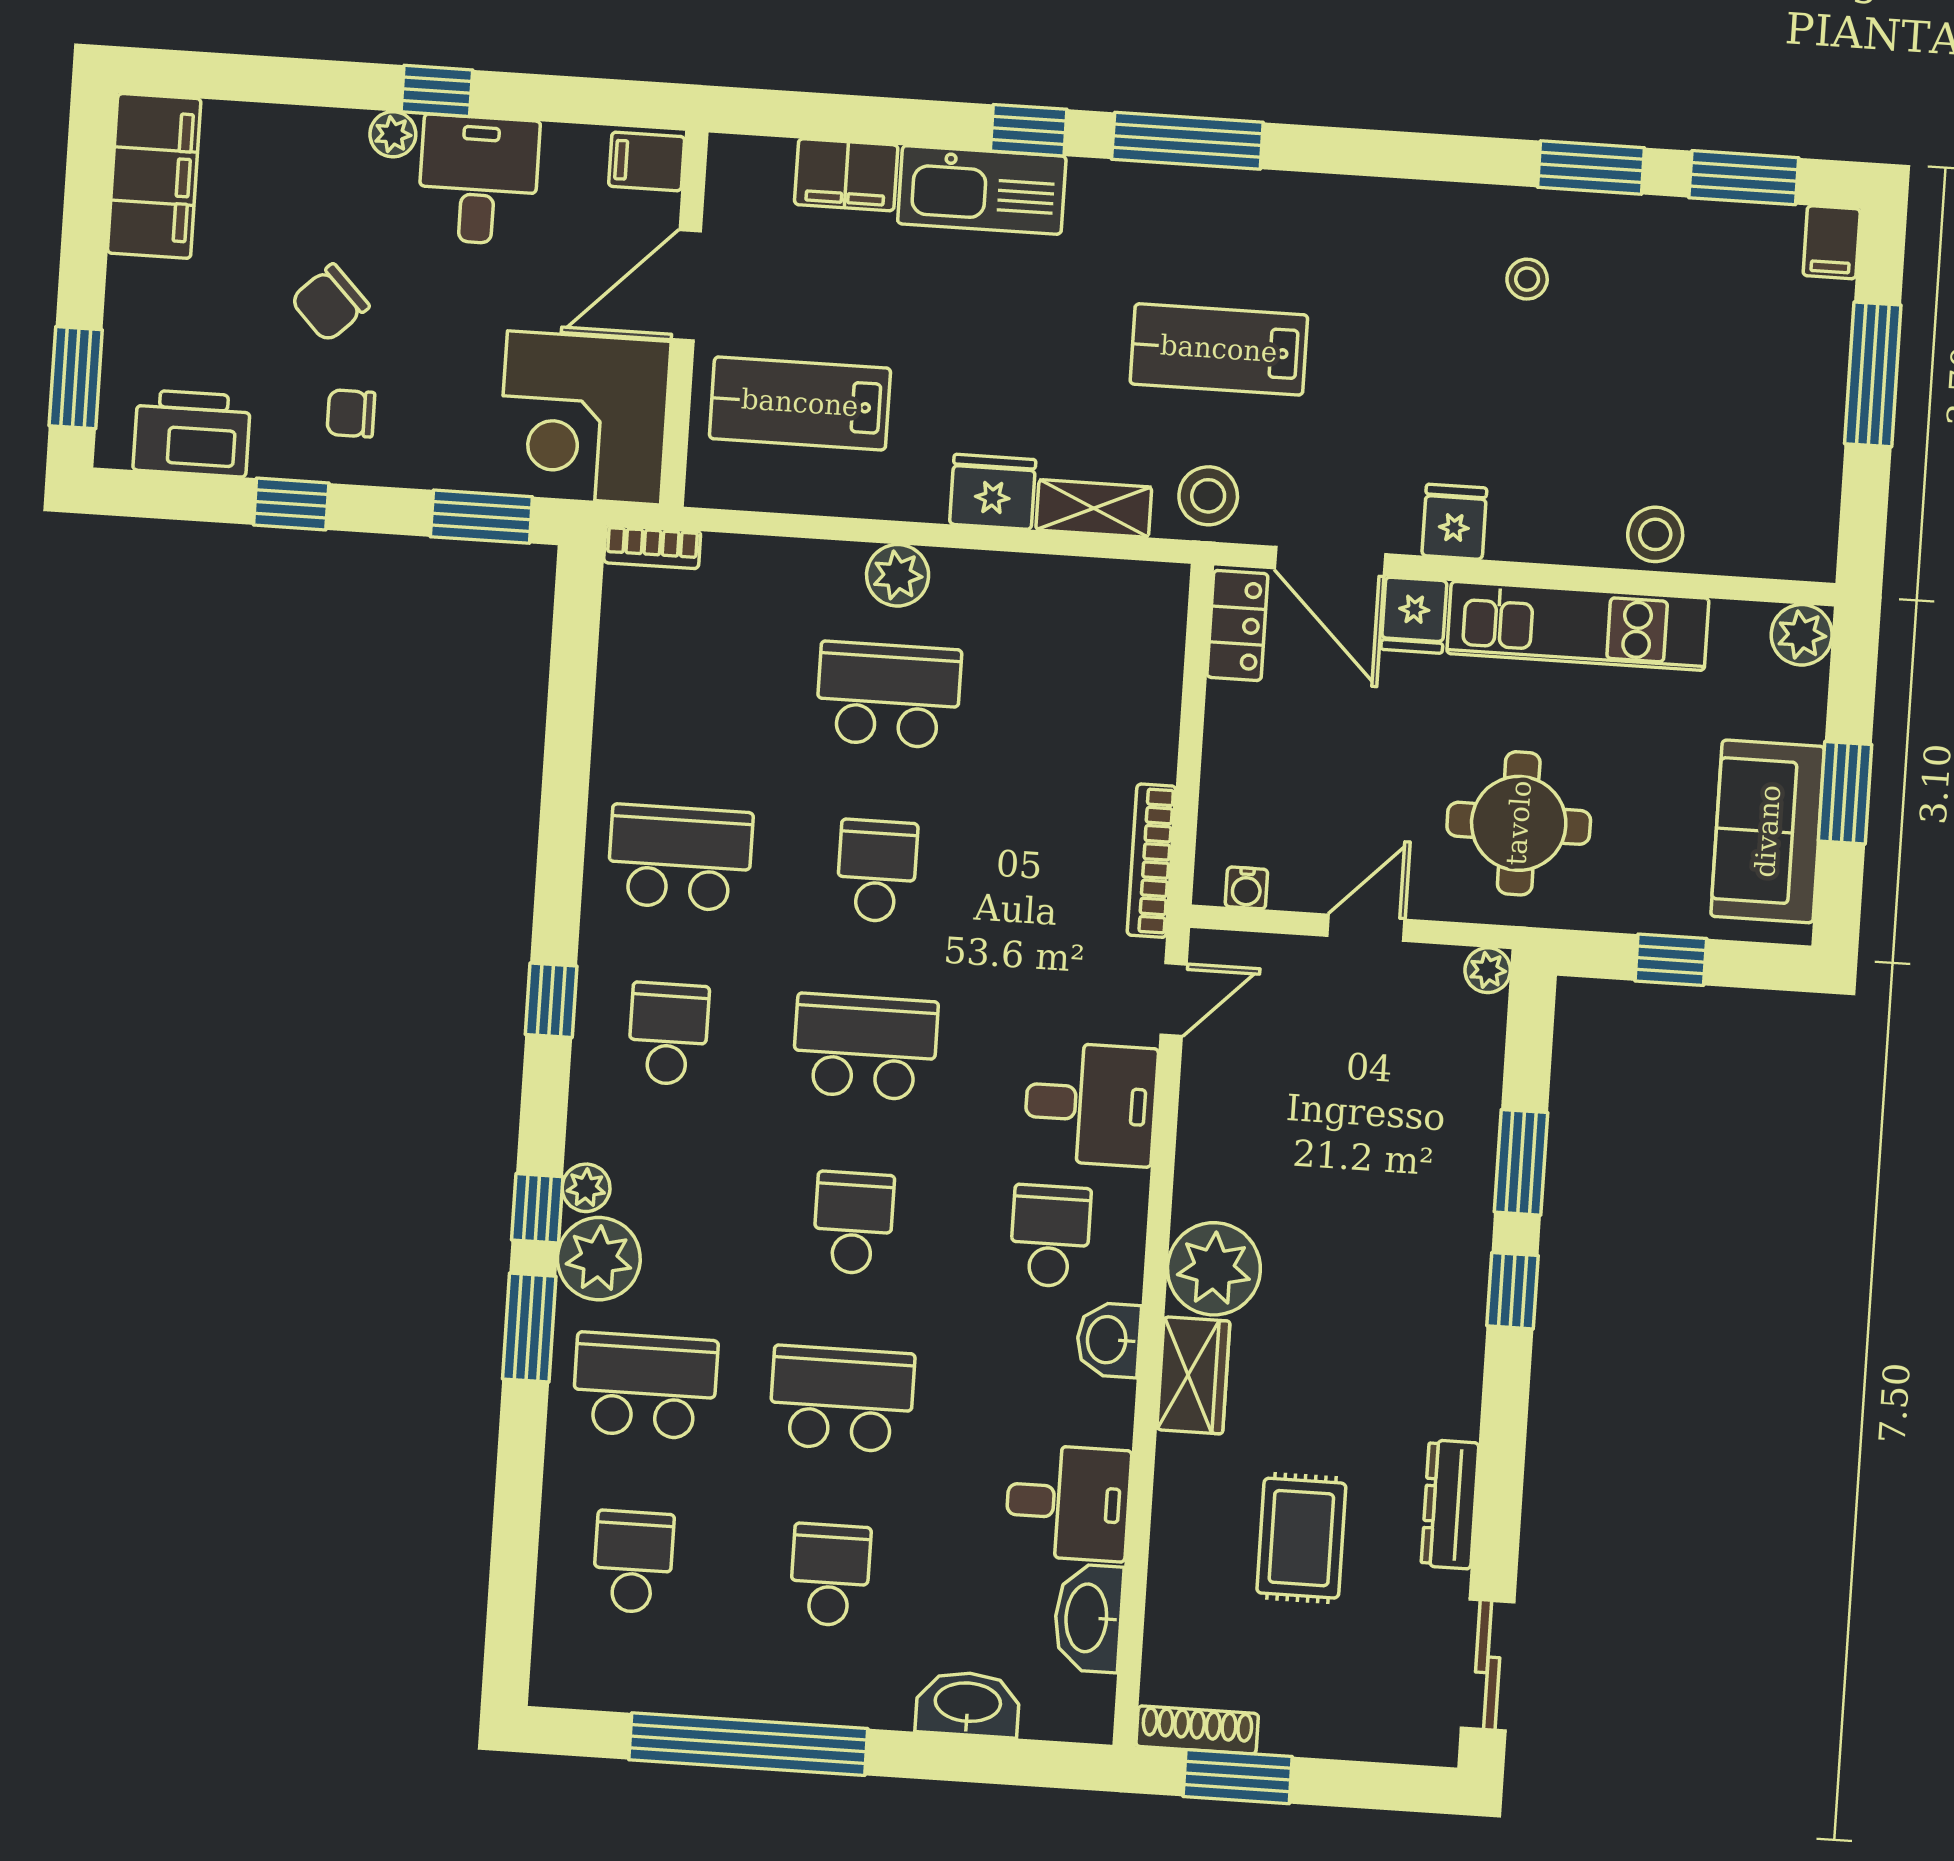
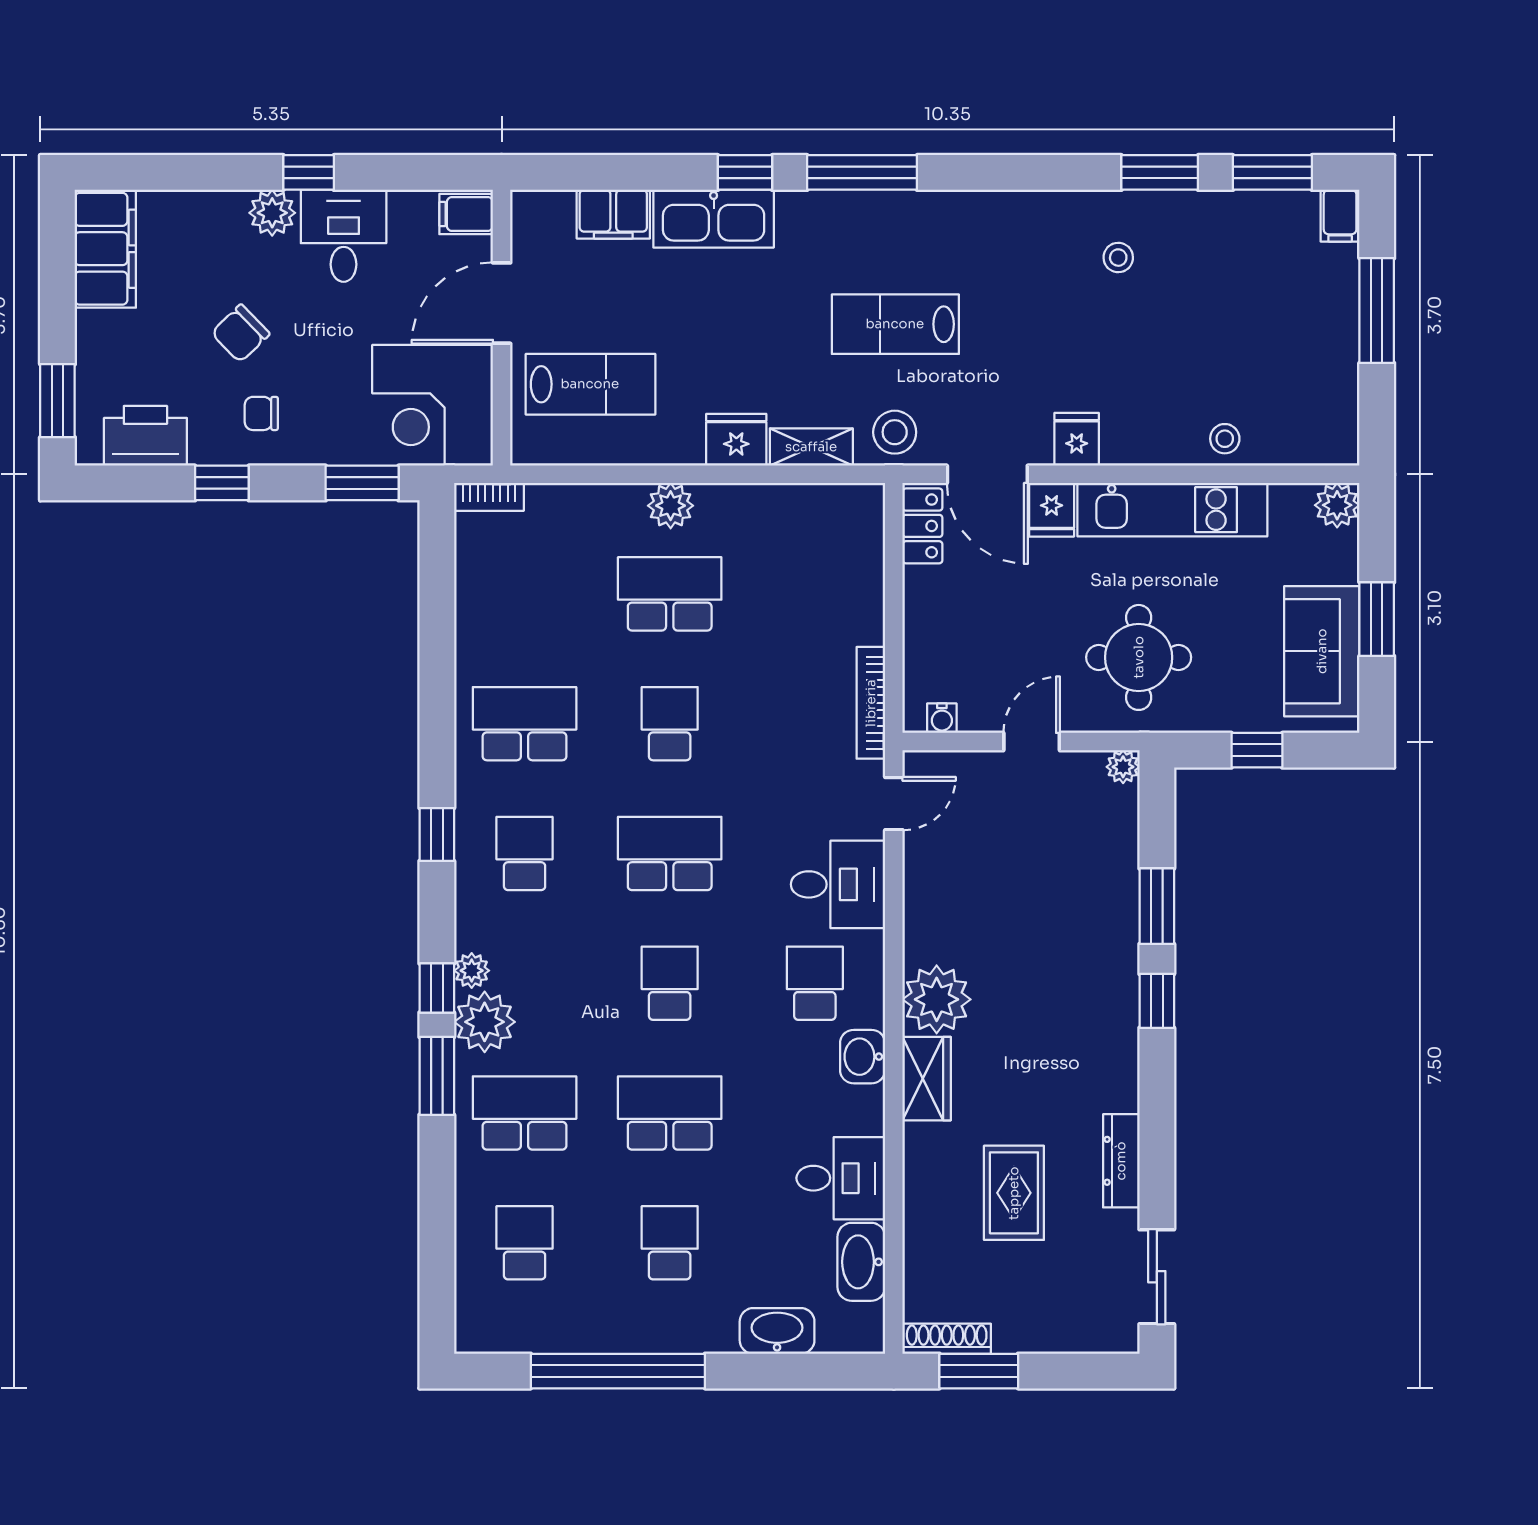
plant: (393, 134) -> (272, 213), width x1.38, depth x1.38
lab bench: (800, 403) -> (590, 384), turned 180
stool: (1655, 534) -> (1225, 439), width x0.73, depth x0.73

